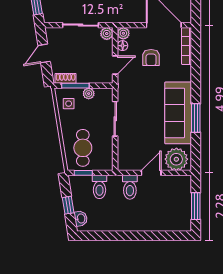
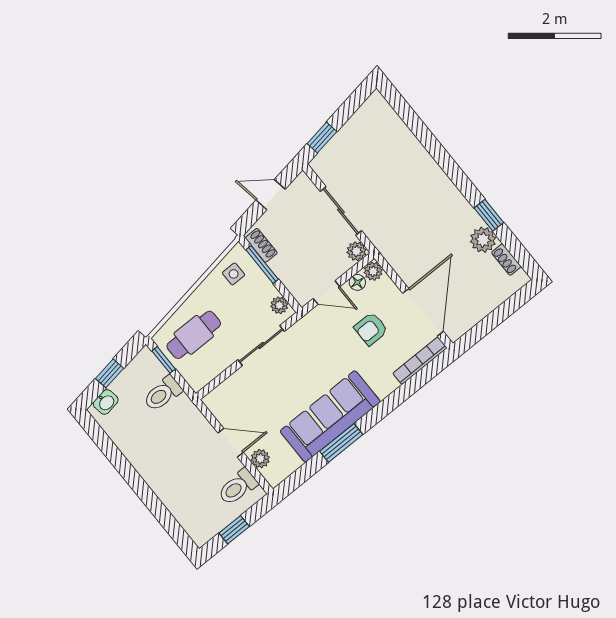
plant: (89, 94) -> (279, 305), moved
plant: (176, 159) -> (260, 459), width x0.53, depth x0.53
toilet: (130, 187) -> (238, 487), moved
window: (196, 206) -> (234, 530), width x0.67

